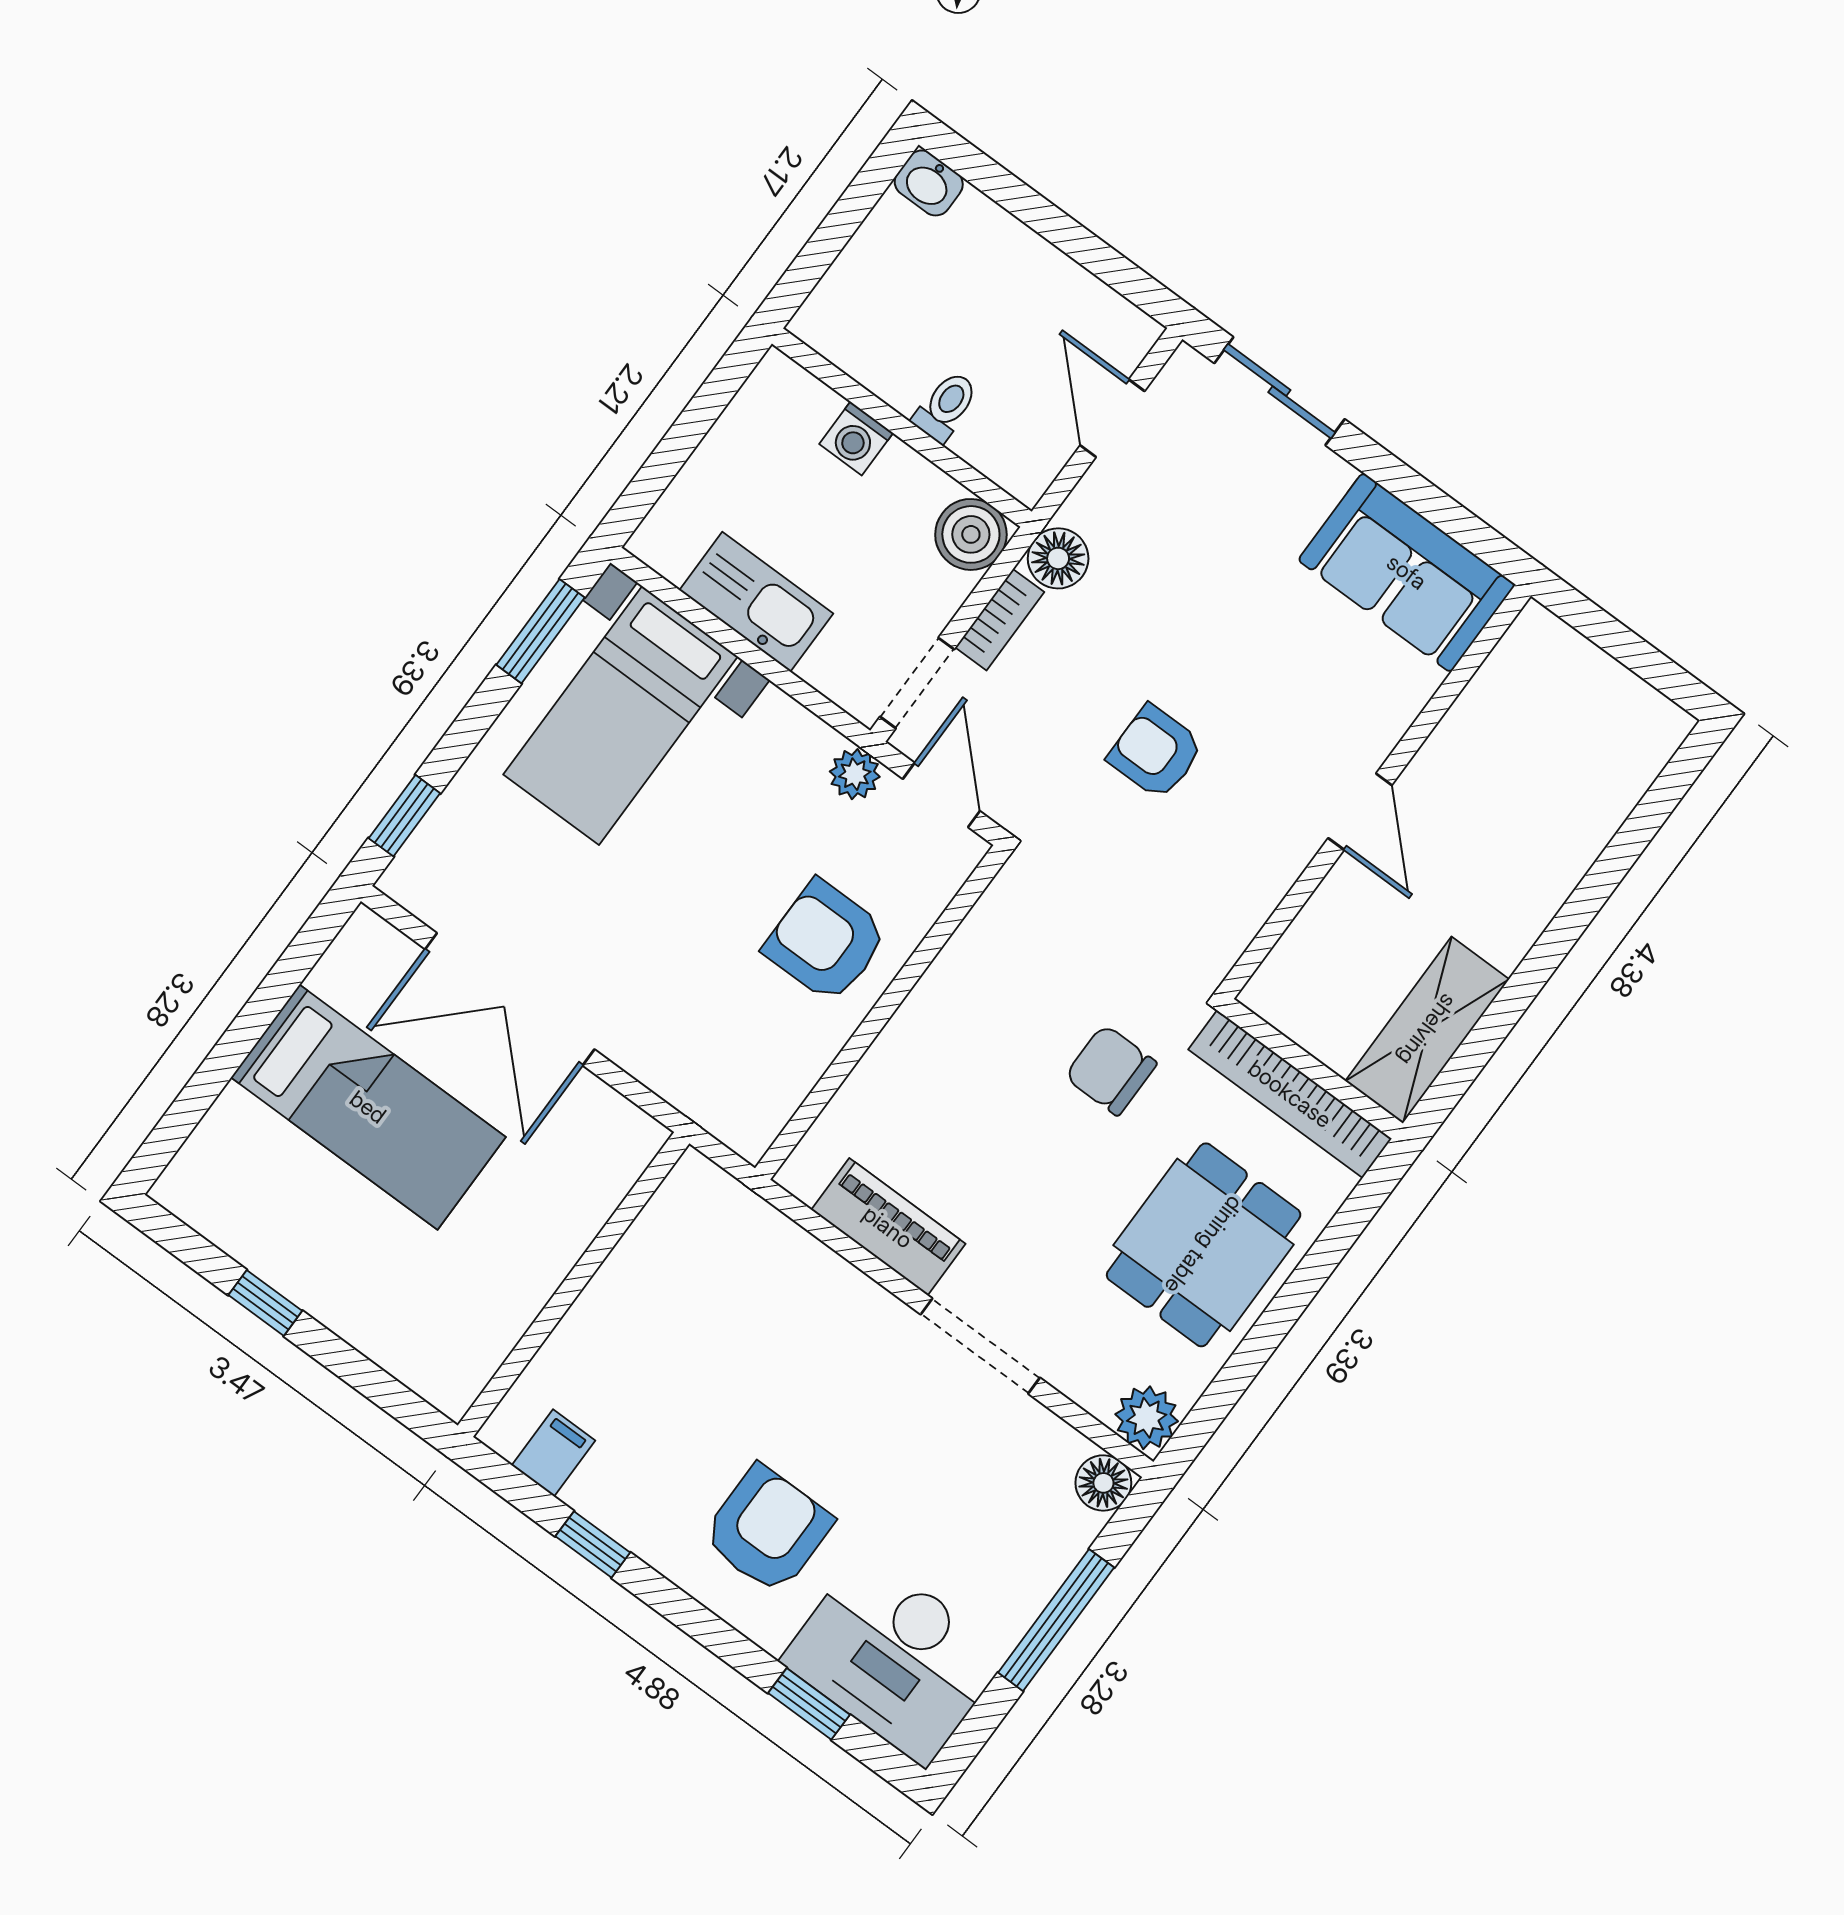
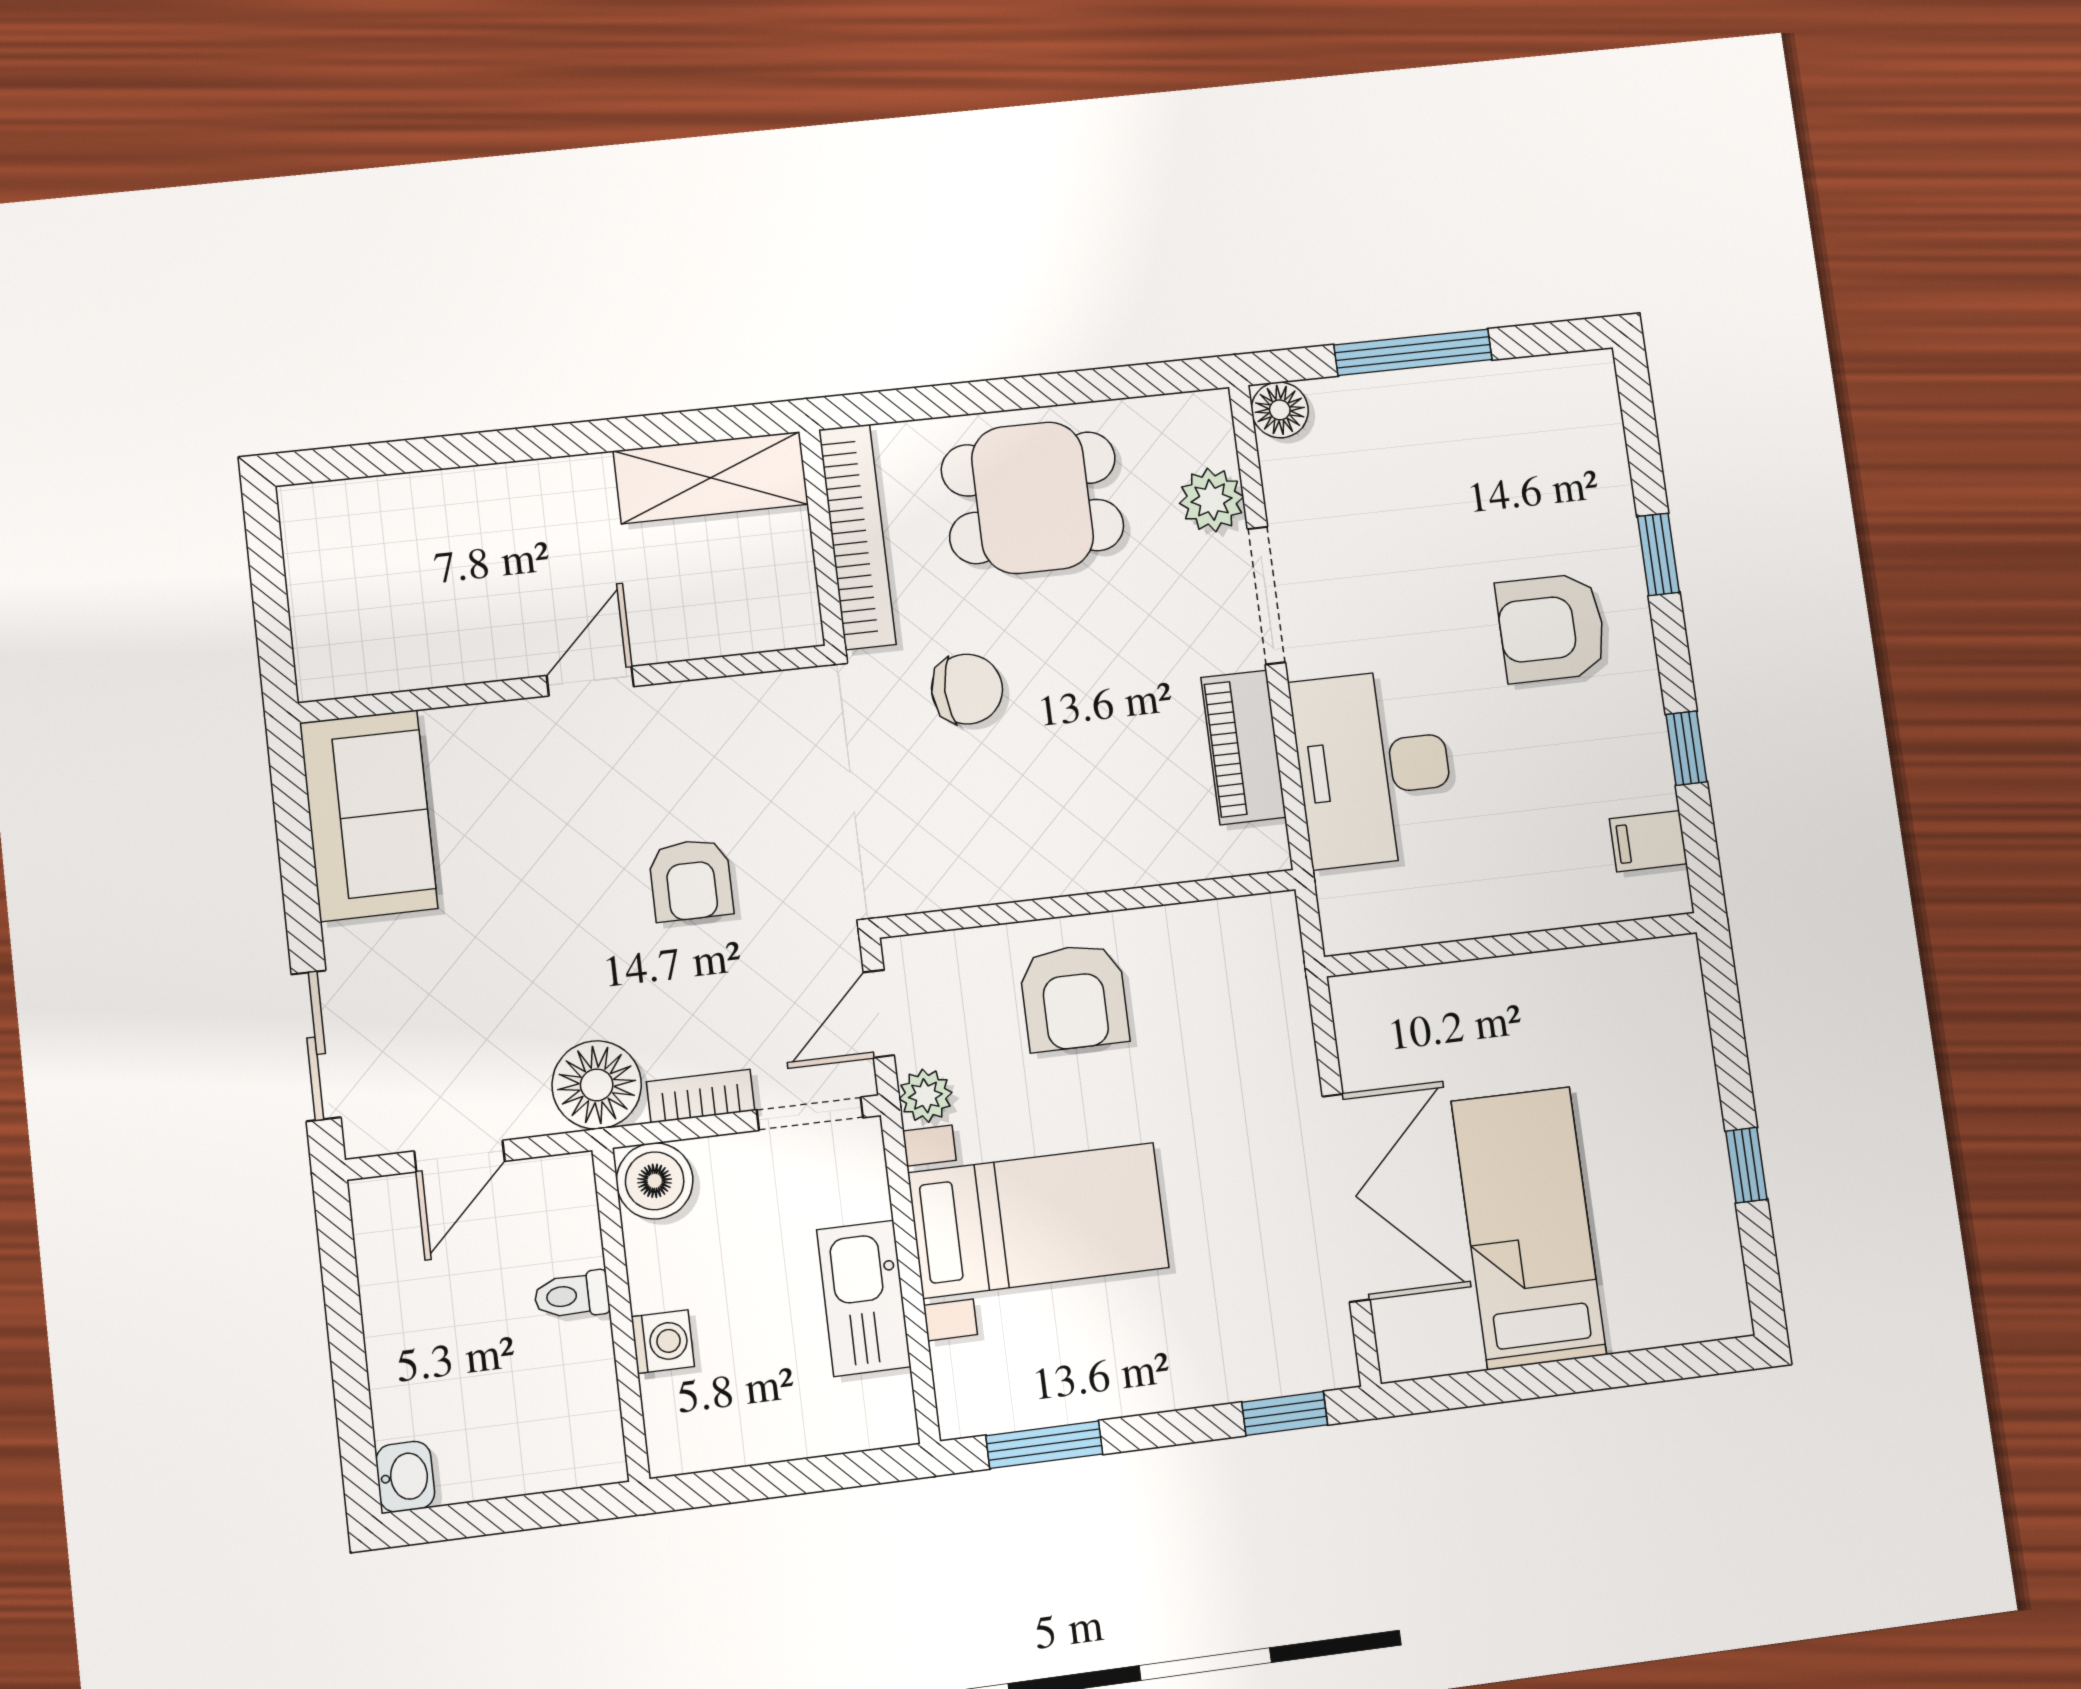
floor lamp: (1058, 558) -> (597, 1085), width x1.38, depth x1.38
bed with nightstands: (621, 716) -> (1038, 1220), moved
chair: (1111, 1070) -> (967, 689), turned -90
plant: (1147, 1418) -> (1212, 500), moved
desk: (895, 1658) -> (1374, 768), moved, turned 180
window: (809, 1704) -> (1658, 554), moved

